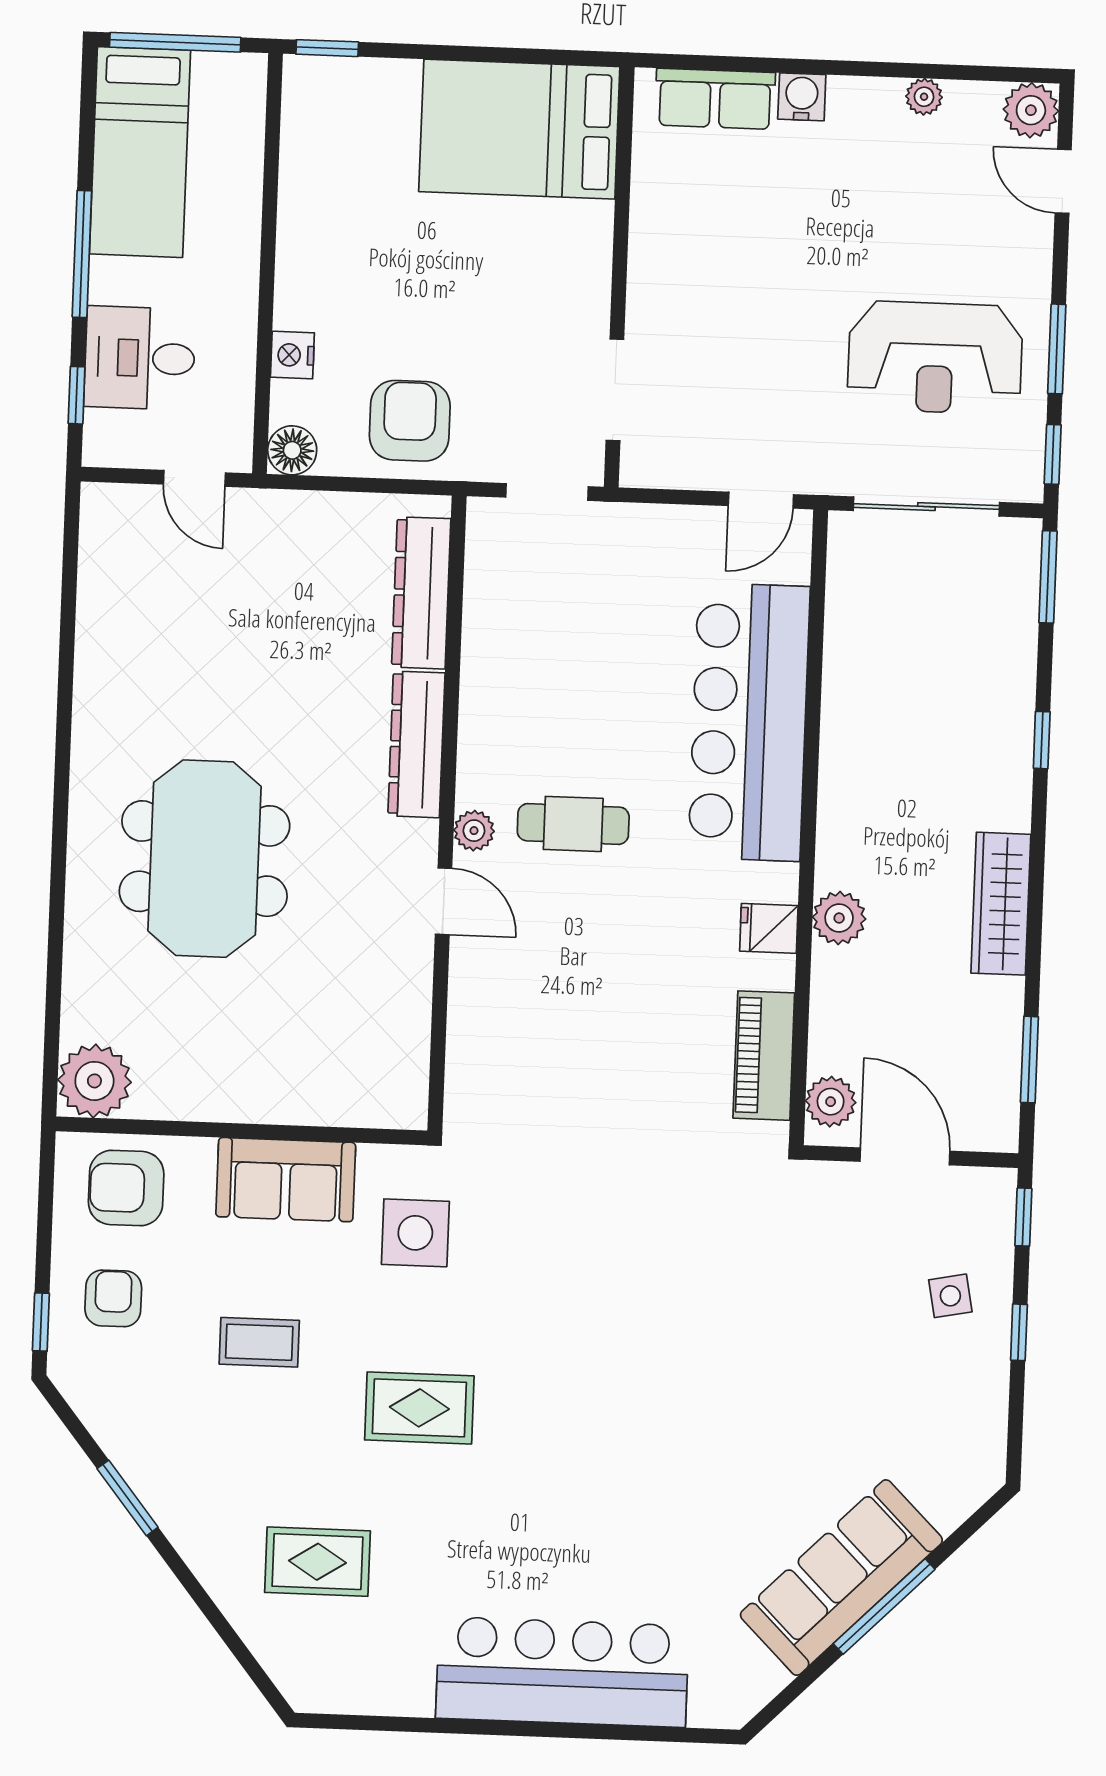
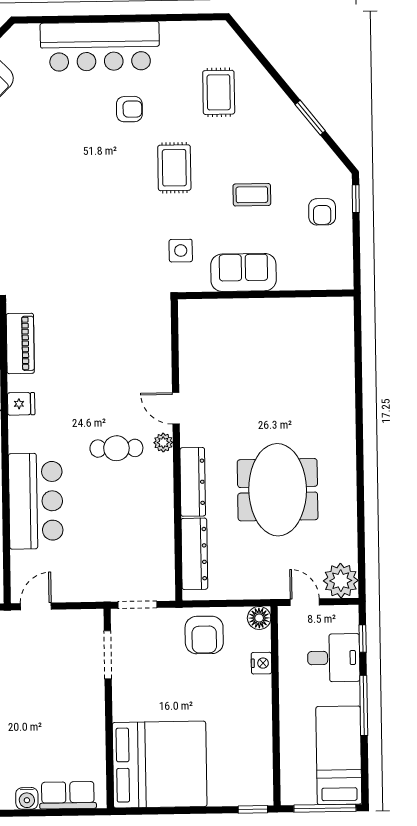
bed: (519, 129) -> (160, 765), width x1.36
bar counter: (749, 722) -> (36, 501), width x0.73
meeting table: (205, 859) -> (278, 490), moved
plant: (94, 1081) -> (341, 581), moved
armchair: (126, 1188) -> (129, 109), moved, width x0.72, depth x0.72
side table: (415, 1233) -> (181, 251), width x0.73, depth x0.73
rug: (419, 1408) -> (174, 168), turned 90
rug: (317, 1562) -> (219, 92), turned 90

